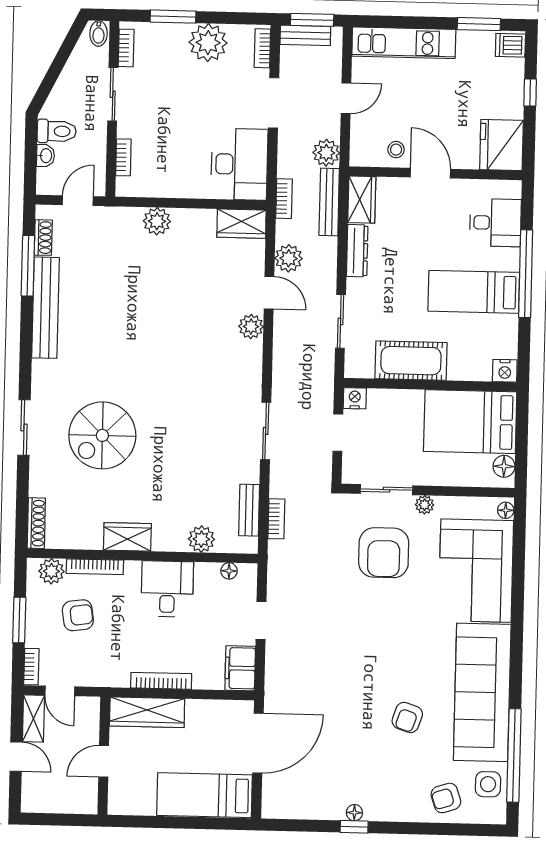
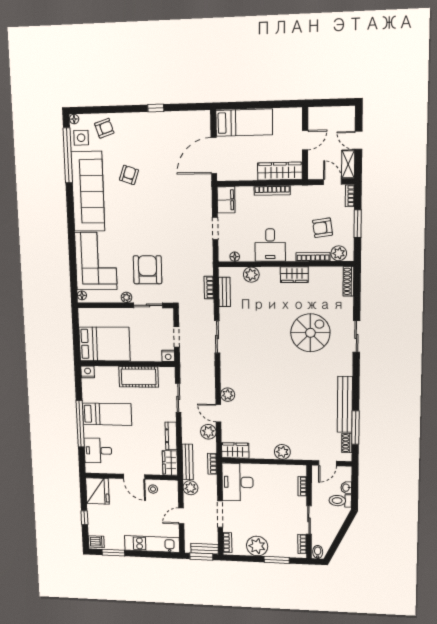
floor lamp: (504, 466) -> (85, 320), removed
floor lamp: (354, 813) -> (74, 119), moved

